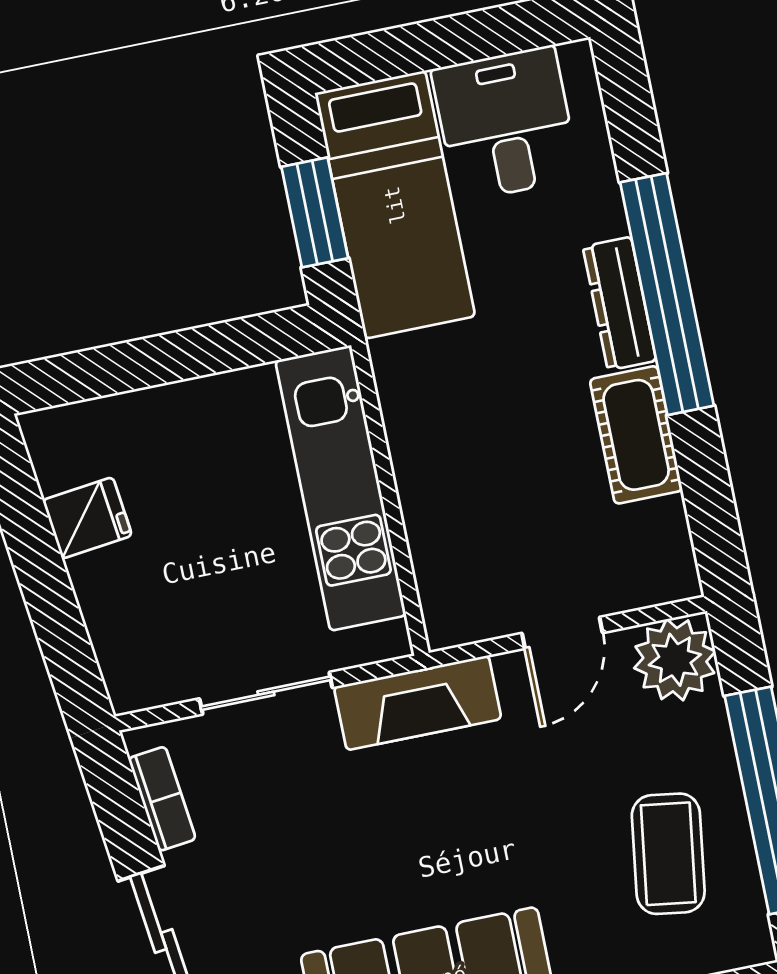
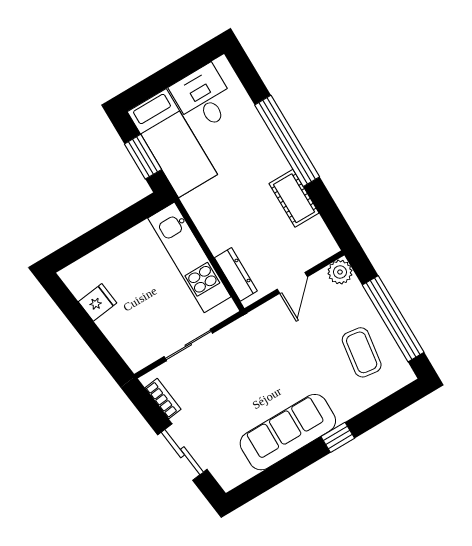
dresser: (619, 304) -> (236, 274), moved, turned 180
plant: (675, 660) -> (340, 272), width x0.73, depth x0.73
fireplace: (418, 703) -> (247, 328), removed

